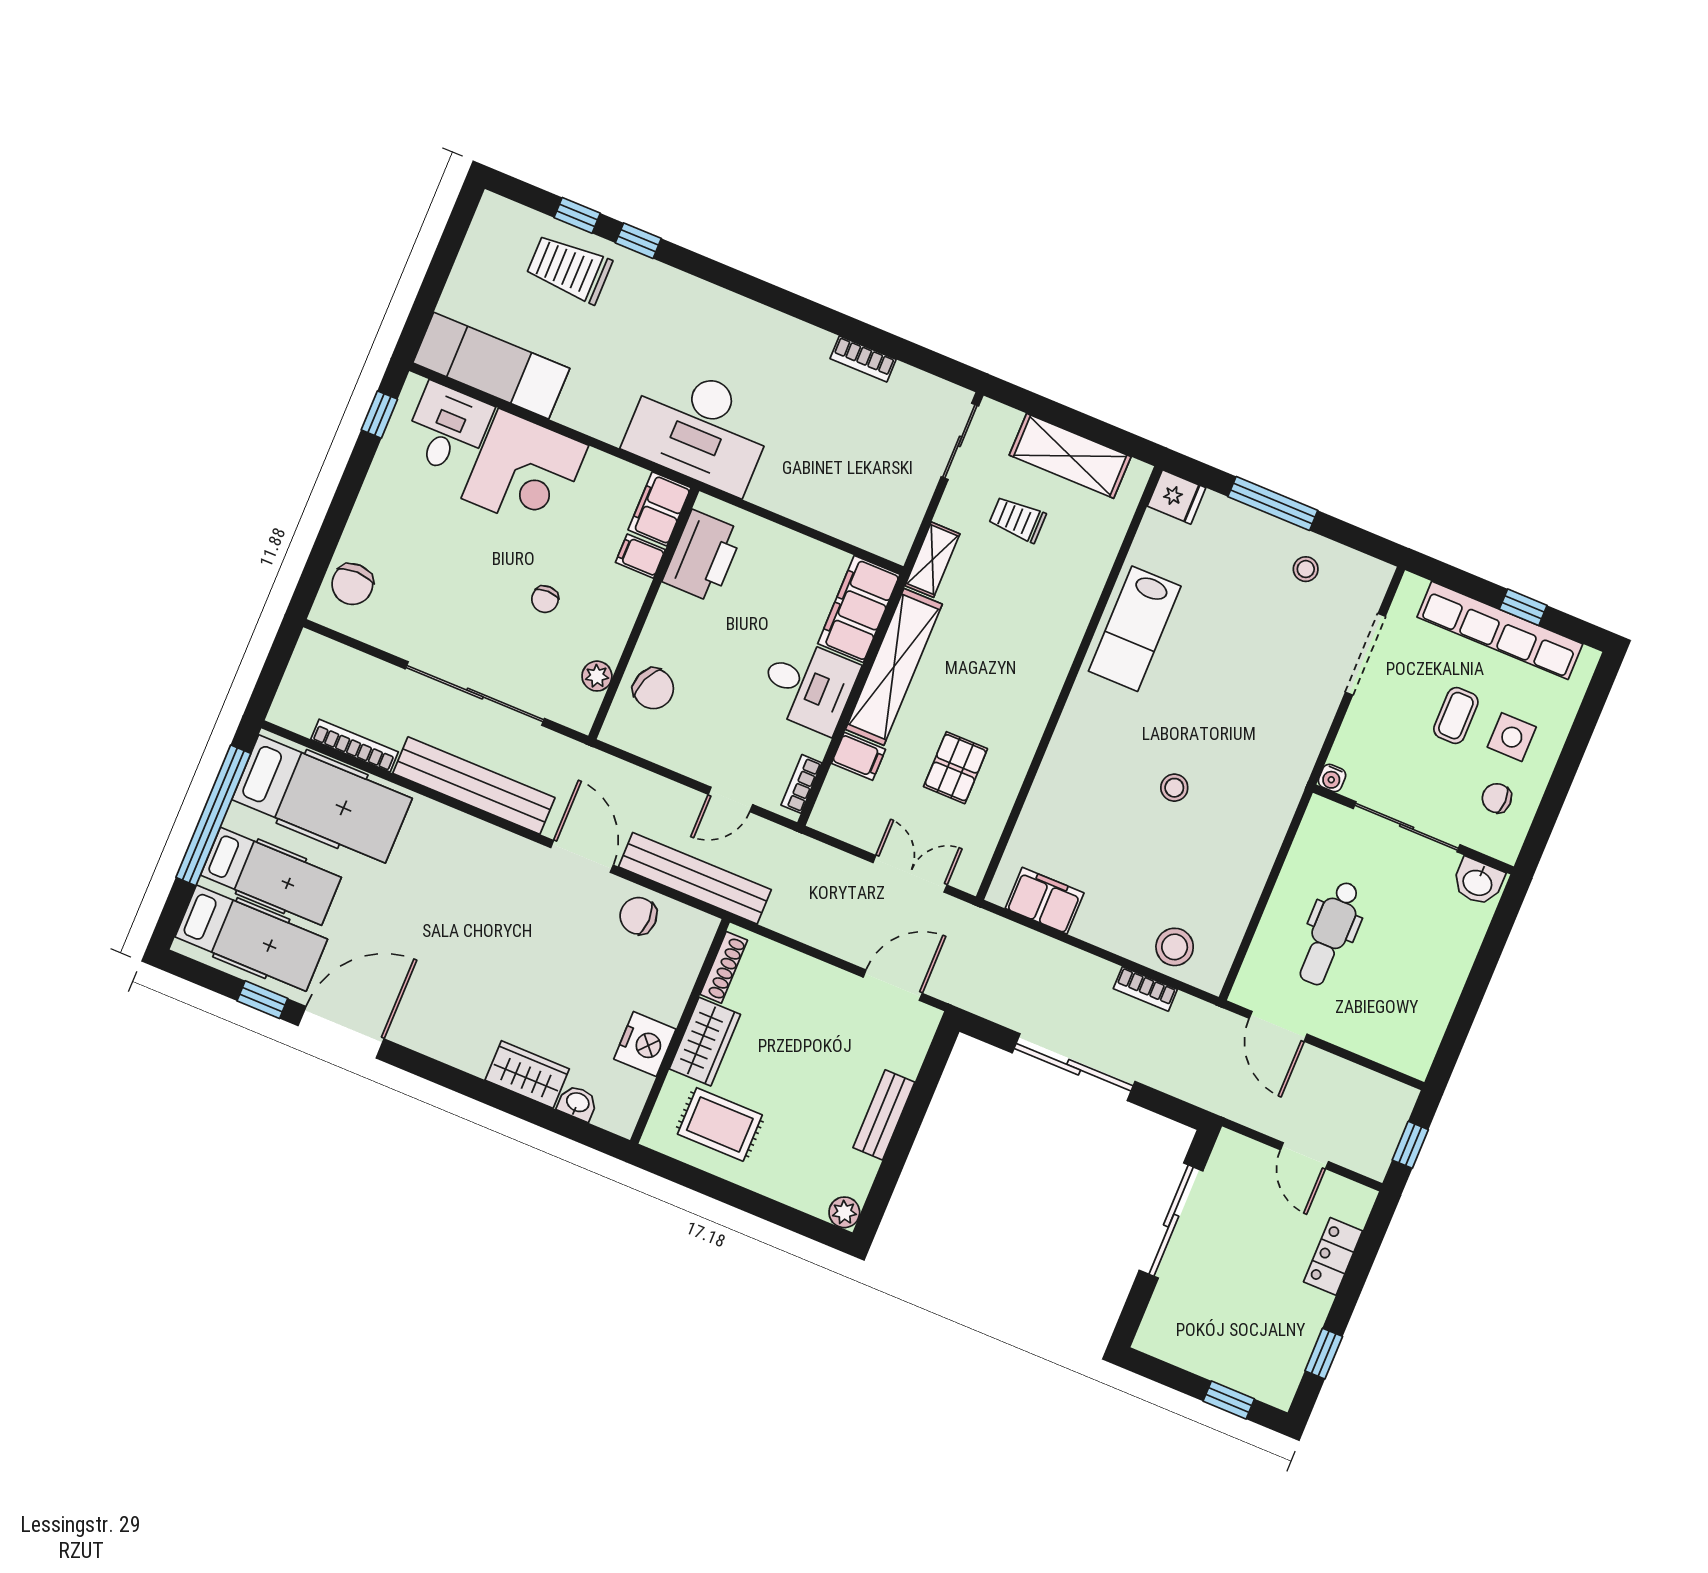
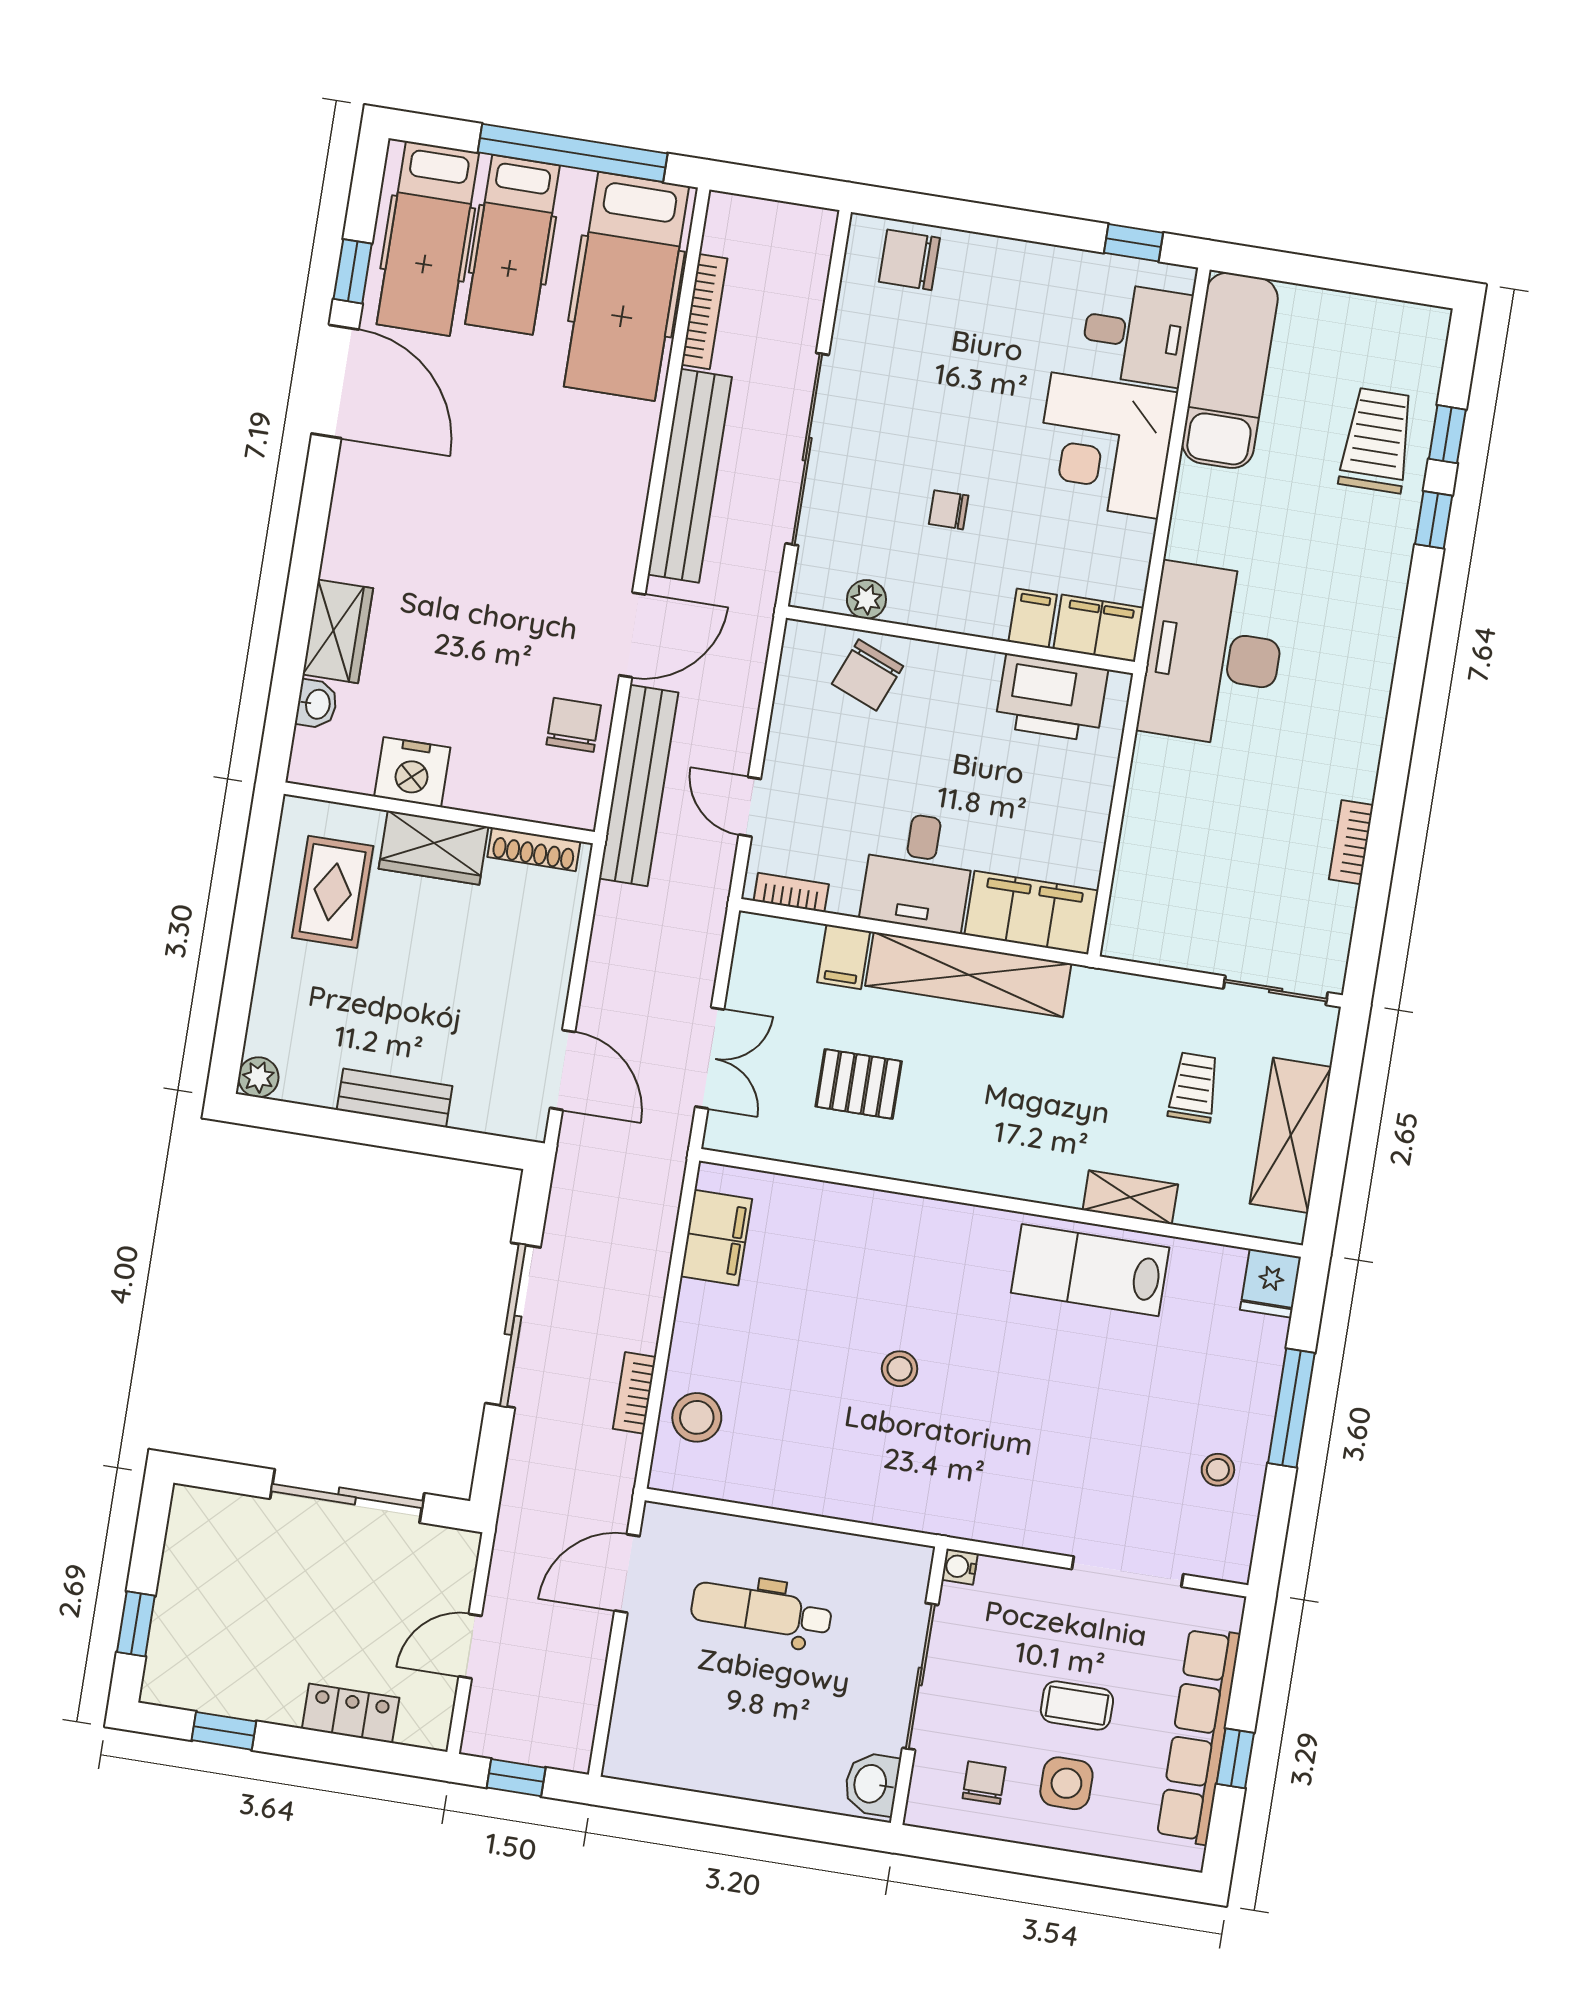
shelving: (932, 560) -> (1130, 1197), moved

